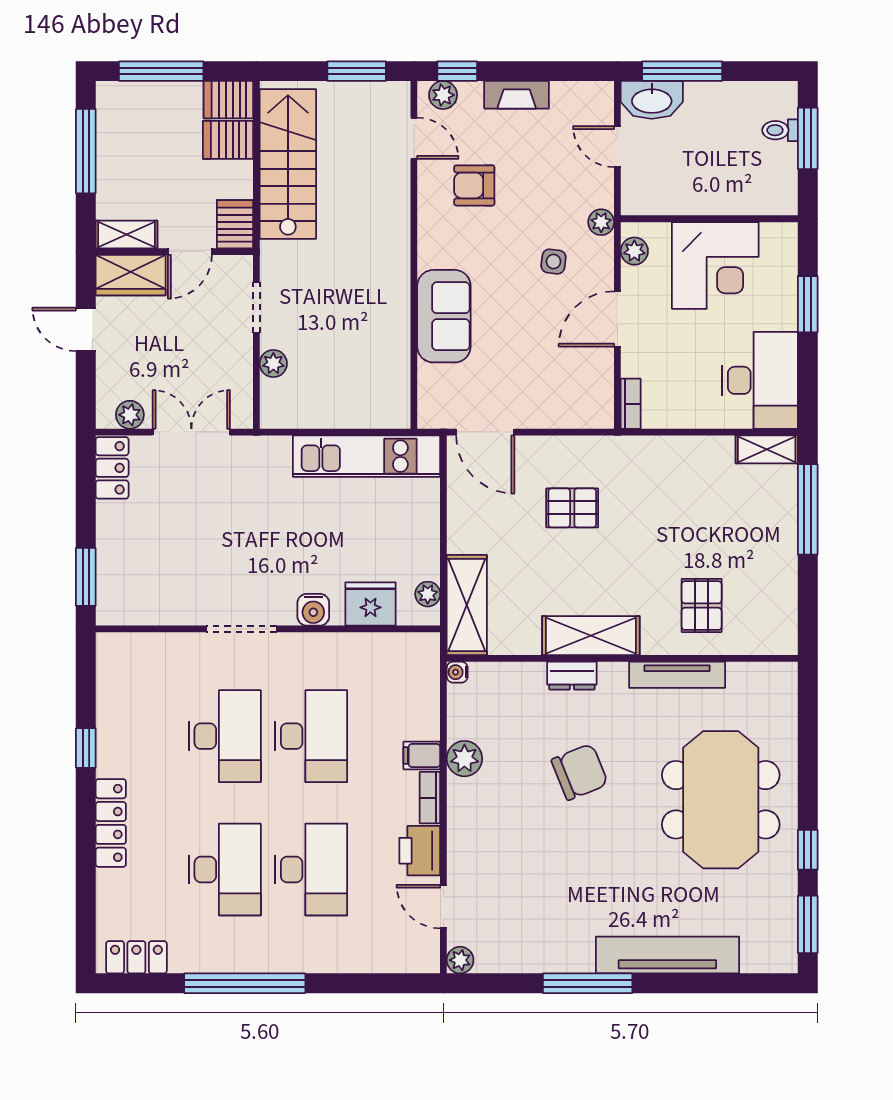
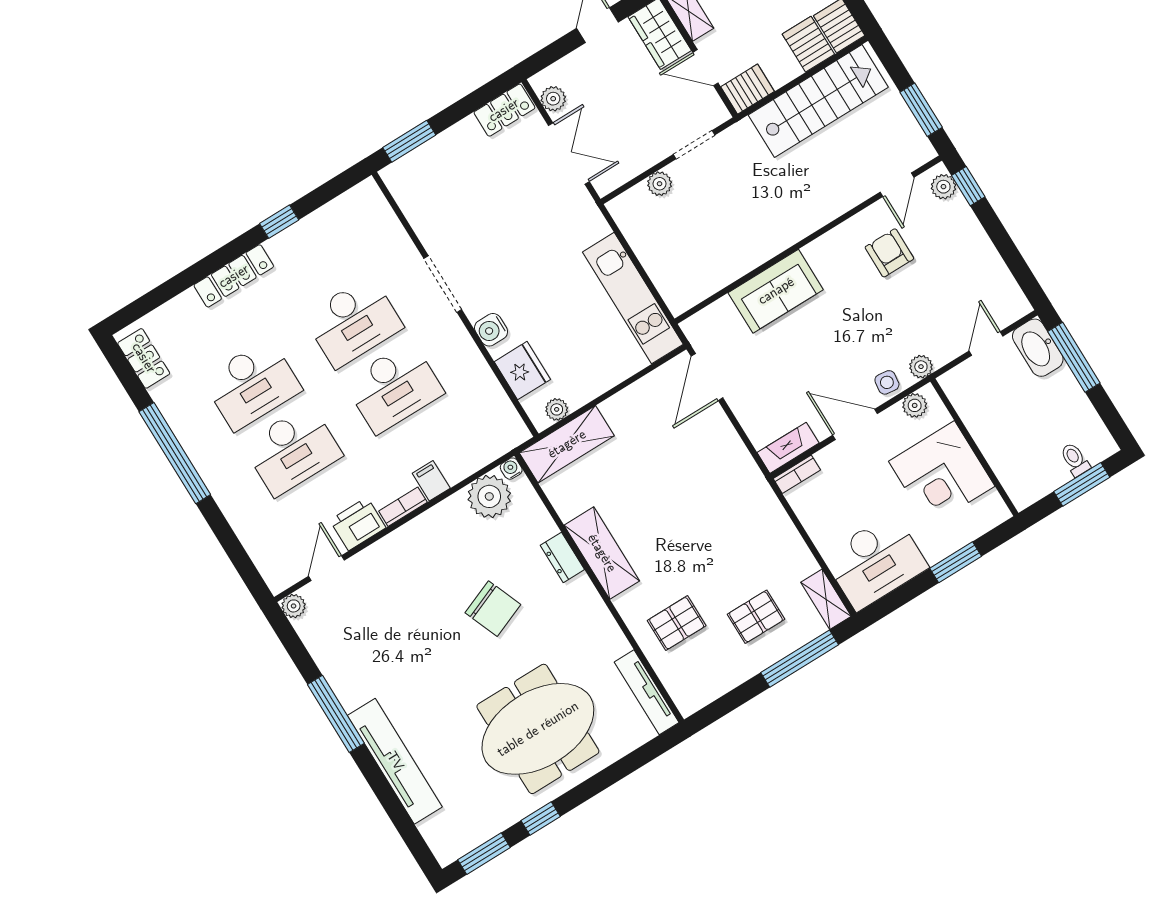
fireplace: (517, 95) -> (788, 448), moved, turned 90
side table: (553, 262) -> (887, 382), moved
pallet: (572, 508) -> (756, 617), moved, turned 90
tv unit: (677, 675) -> (647, 692), moved
plant: (464, 759) -> (489, 496), moved, width x1.36, depth x1.36

